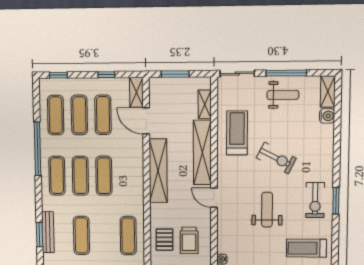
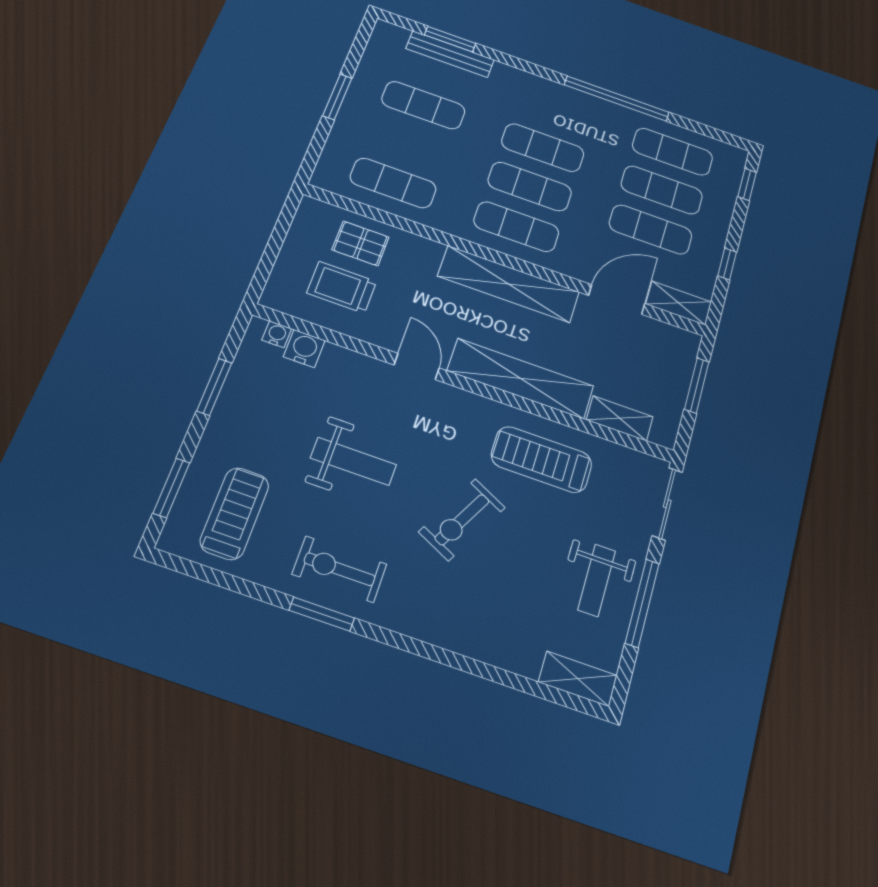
water cooler: (327, 116) -> (304, 349), moved, turned 180
treadmill: (237, 133) -> (541, 459), turned 180
exercise mat: (57, 176) -> (516, 227), moved
door: (214, 198) -> (417, 366), hinge flipped

